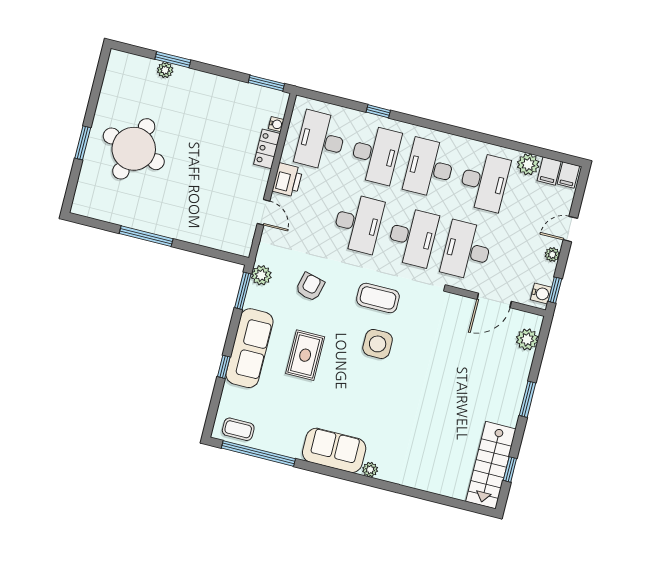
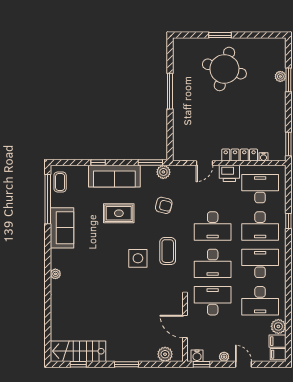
locker: (267, 149) -> (240, 155), width x1.53
sofa: (334, 450) -> (62, 228), moved

